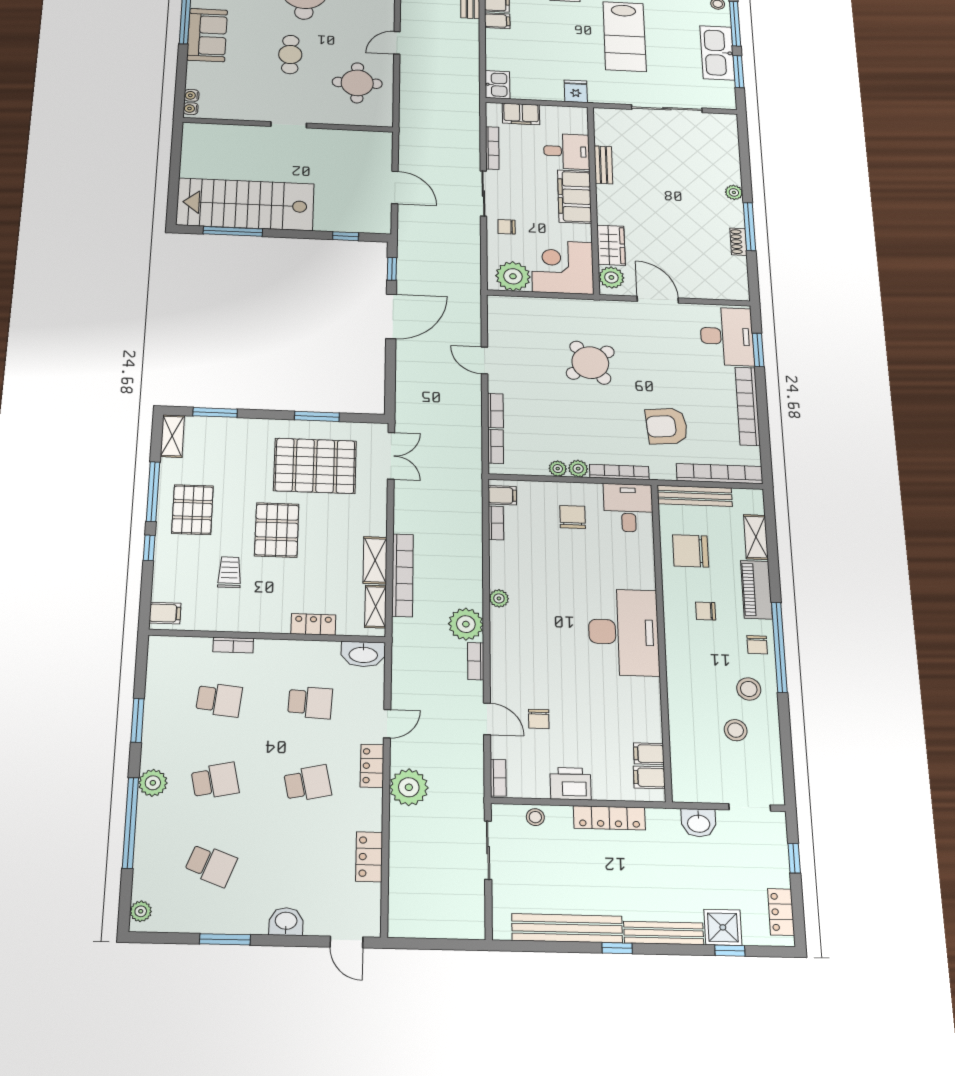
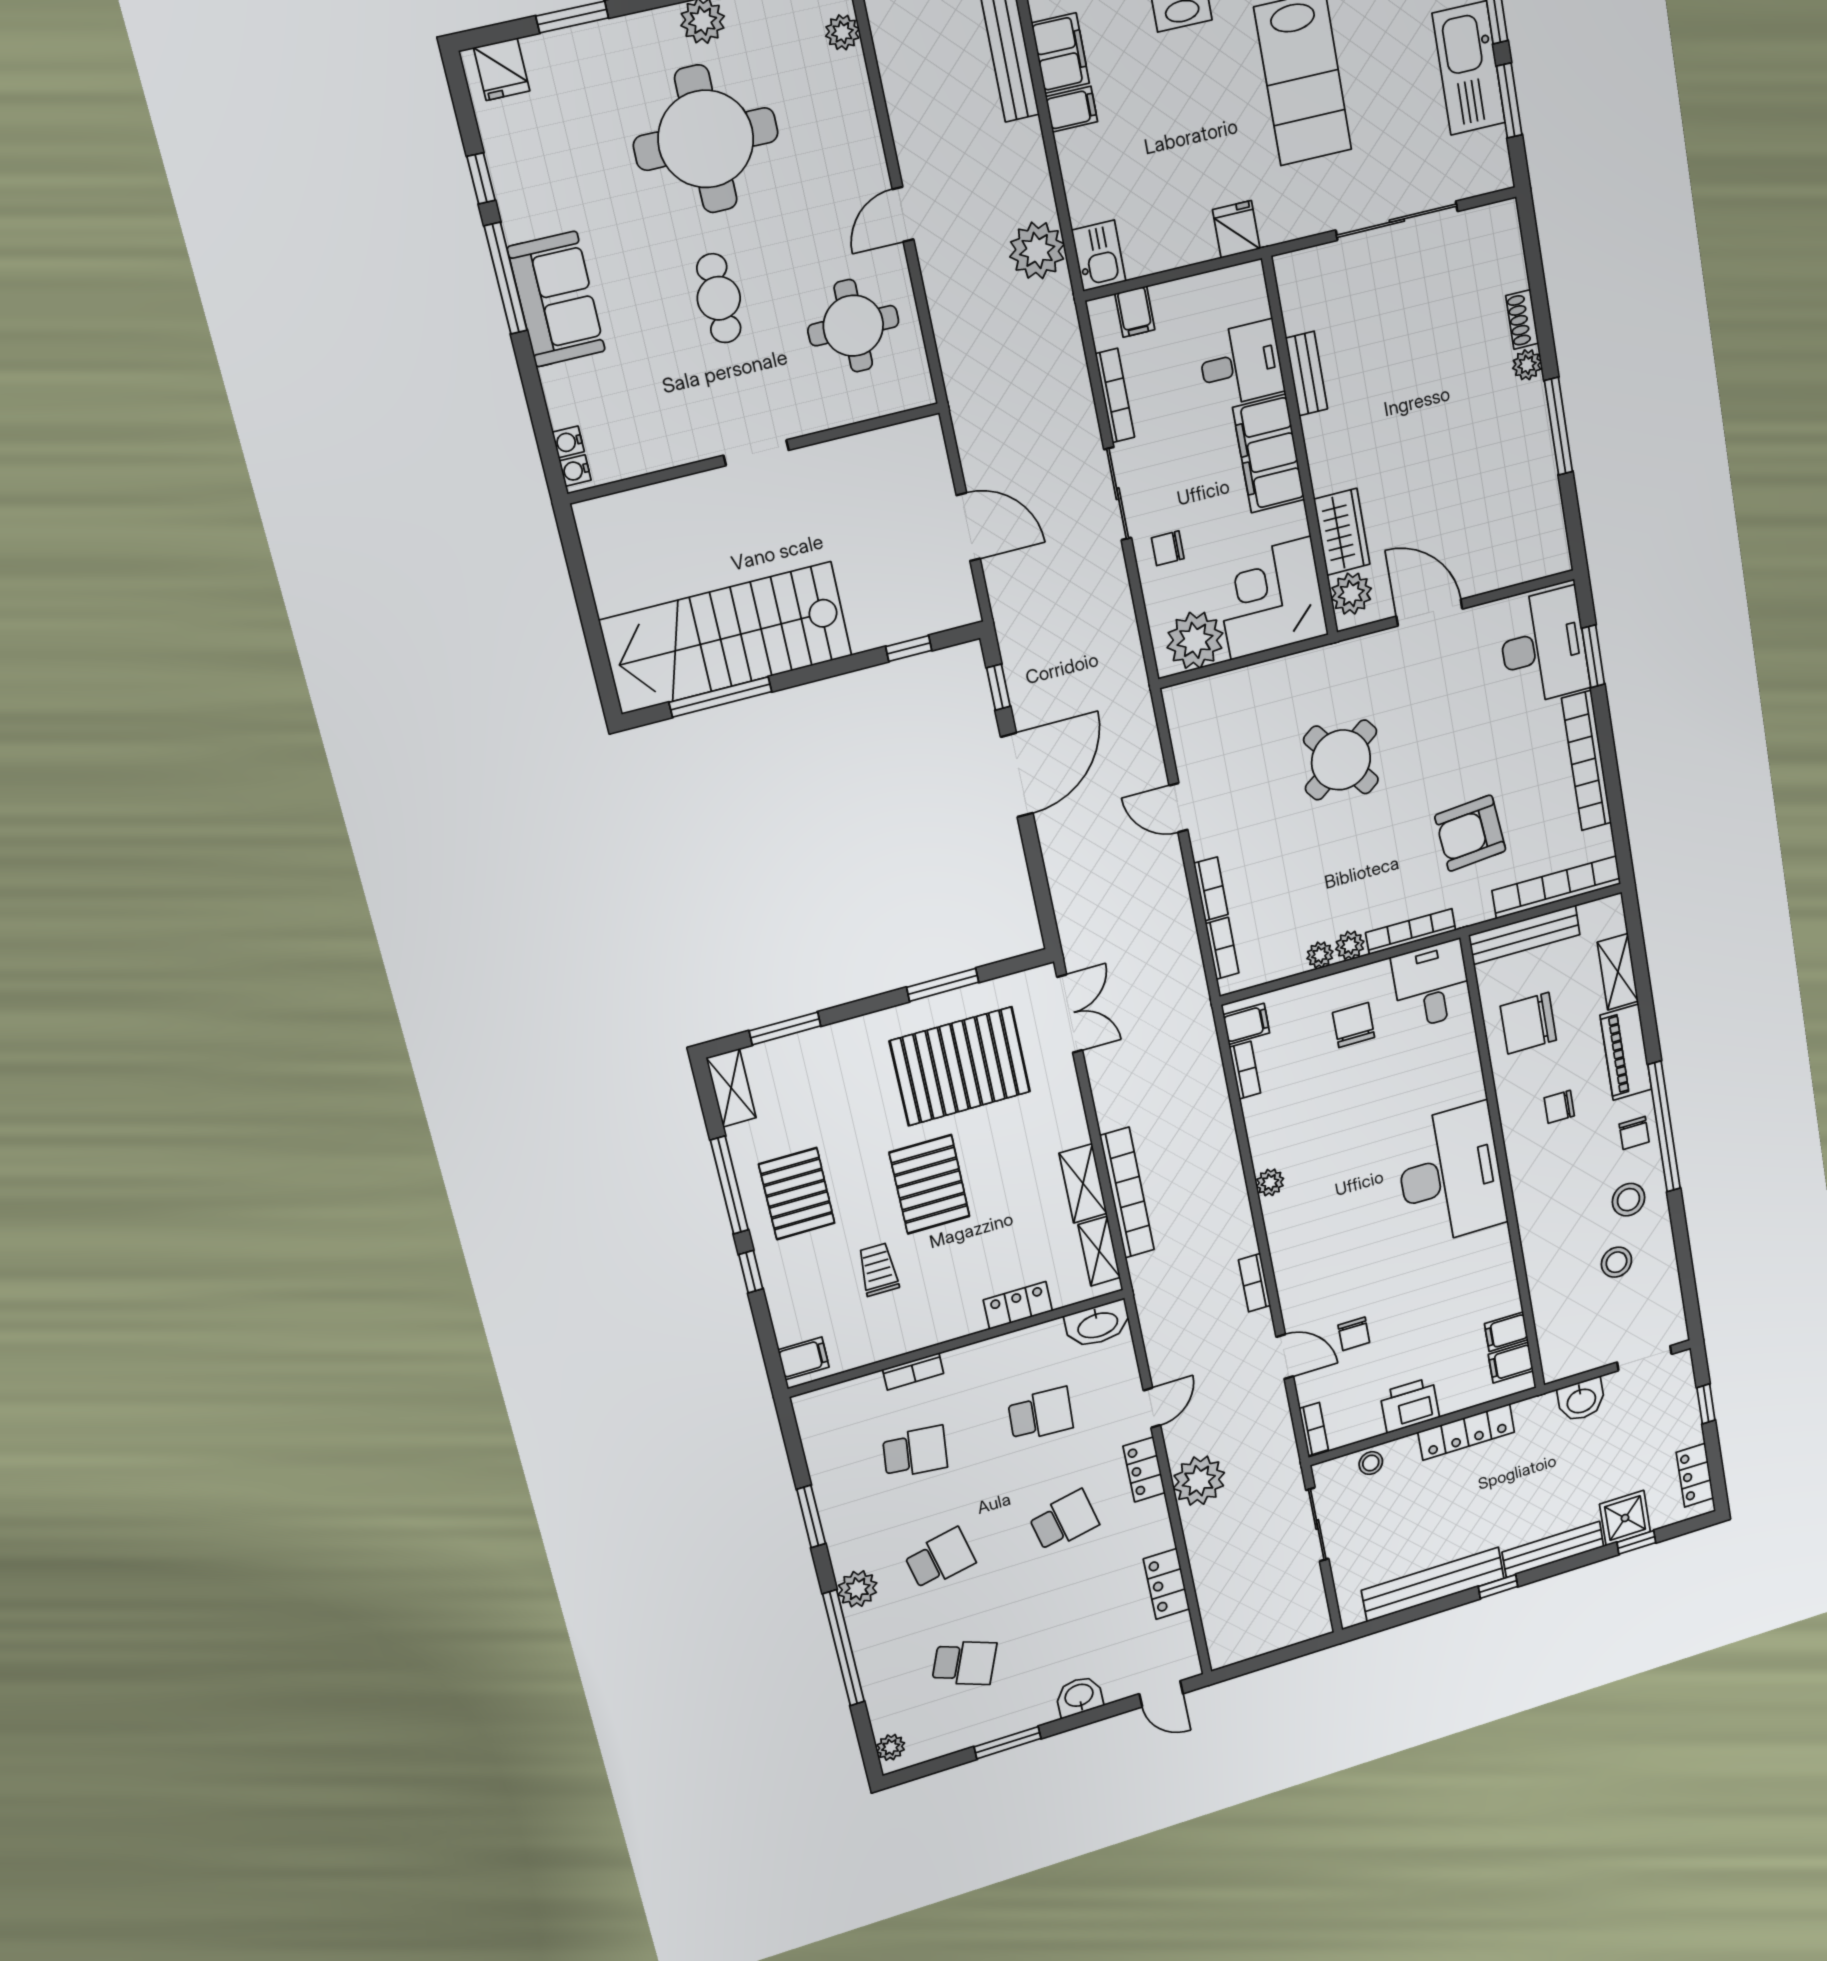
filing cabinet: (521, 114) -> (1135, 312), width x0.50
shoe rack: (738, 242) -> (1522, 320), moved
plant: (466, 624) -> (1037, 250), moved

